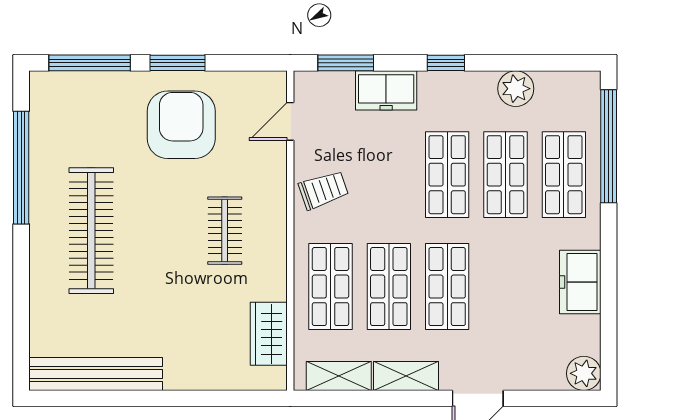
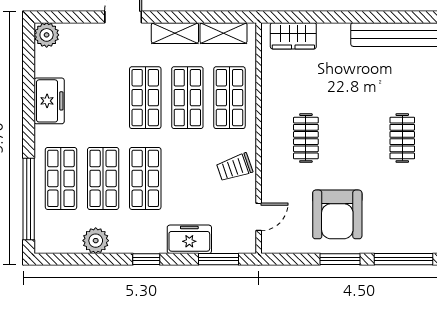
clothes rail: (91, 231) -> (402, 138), width x0.54, depth x0.76
wardrobe: (269, 334) -> (293, 36), moved, turned 90

